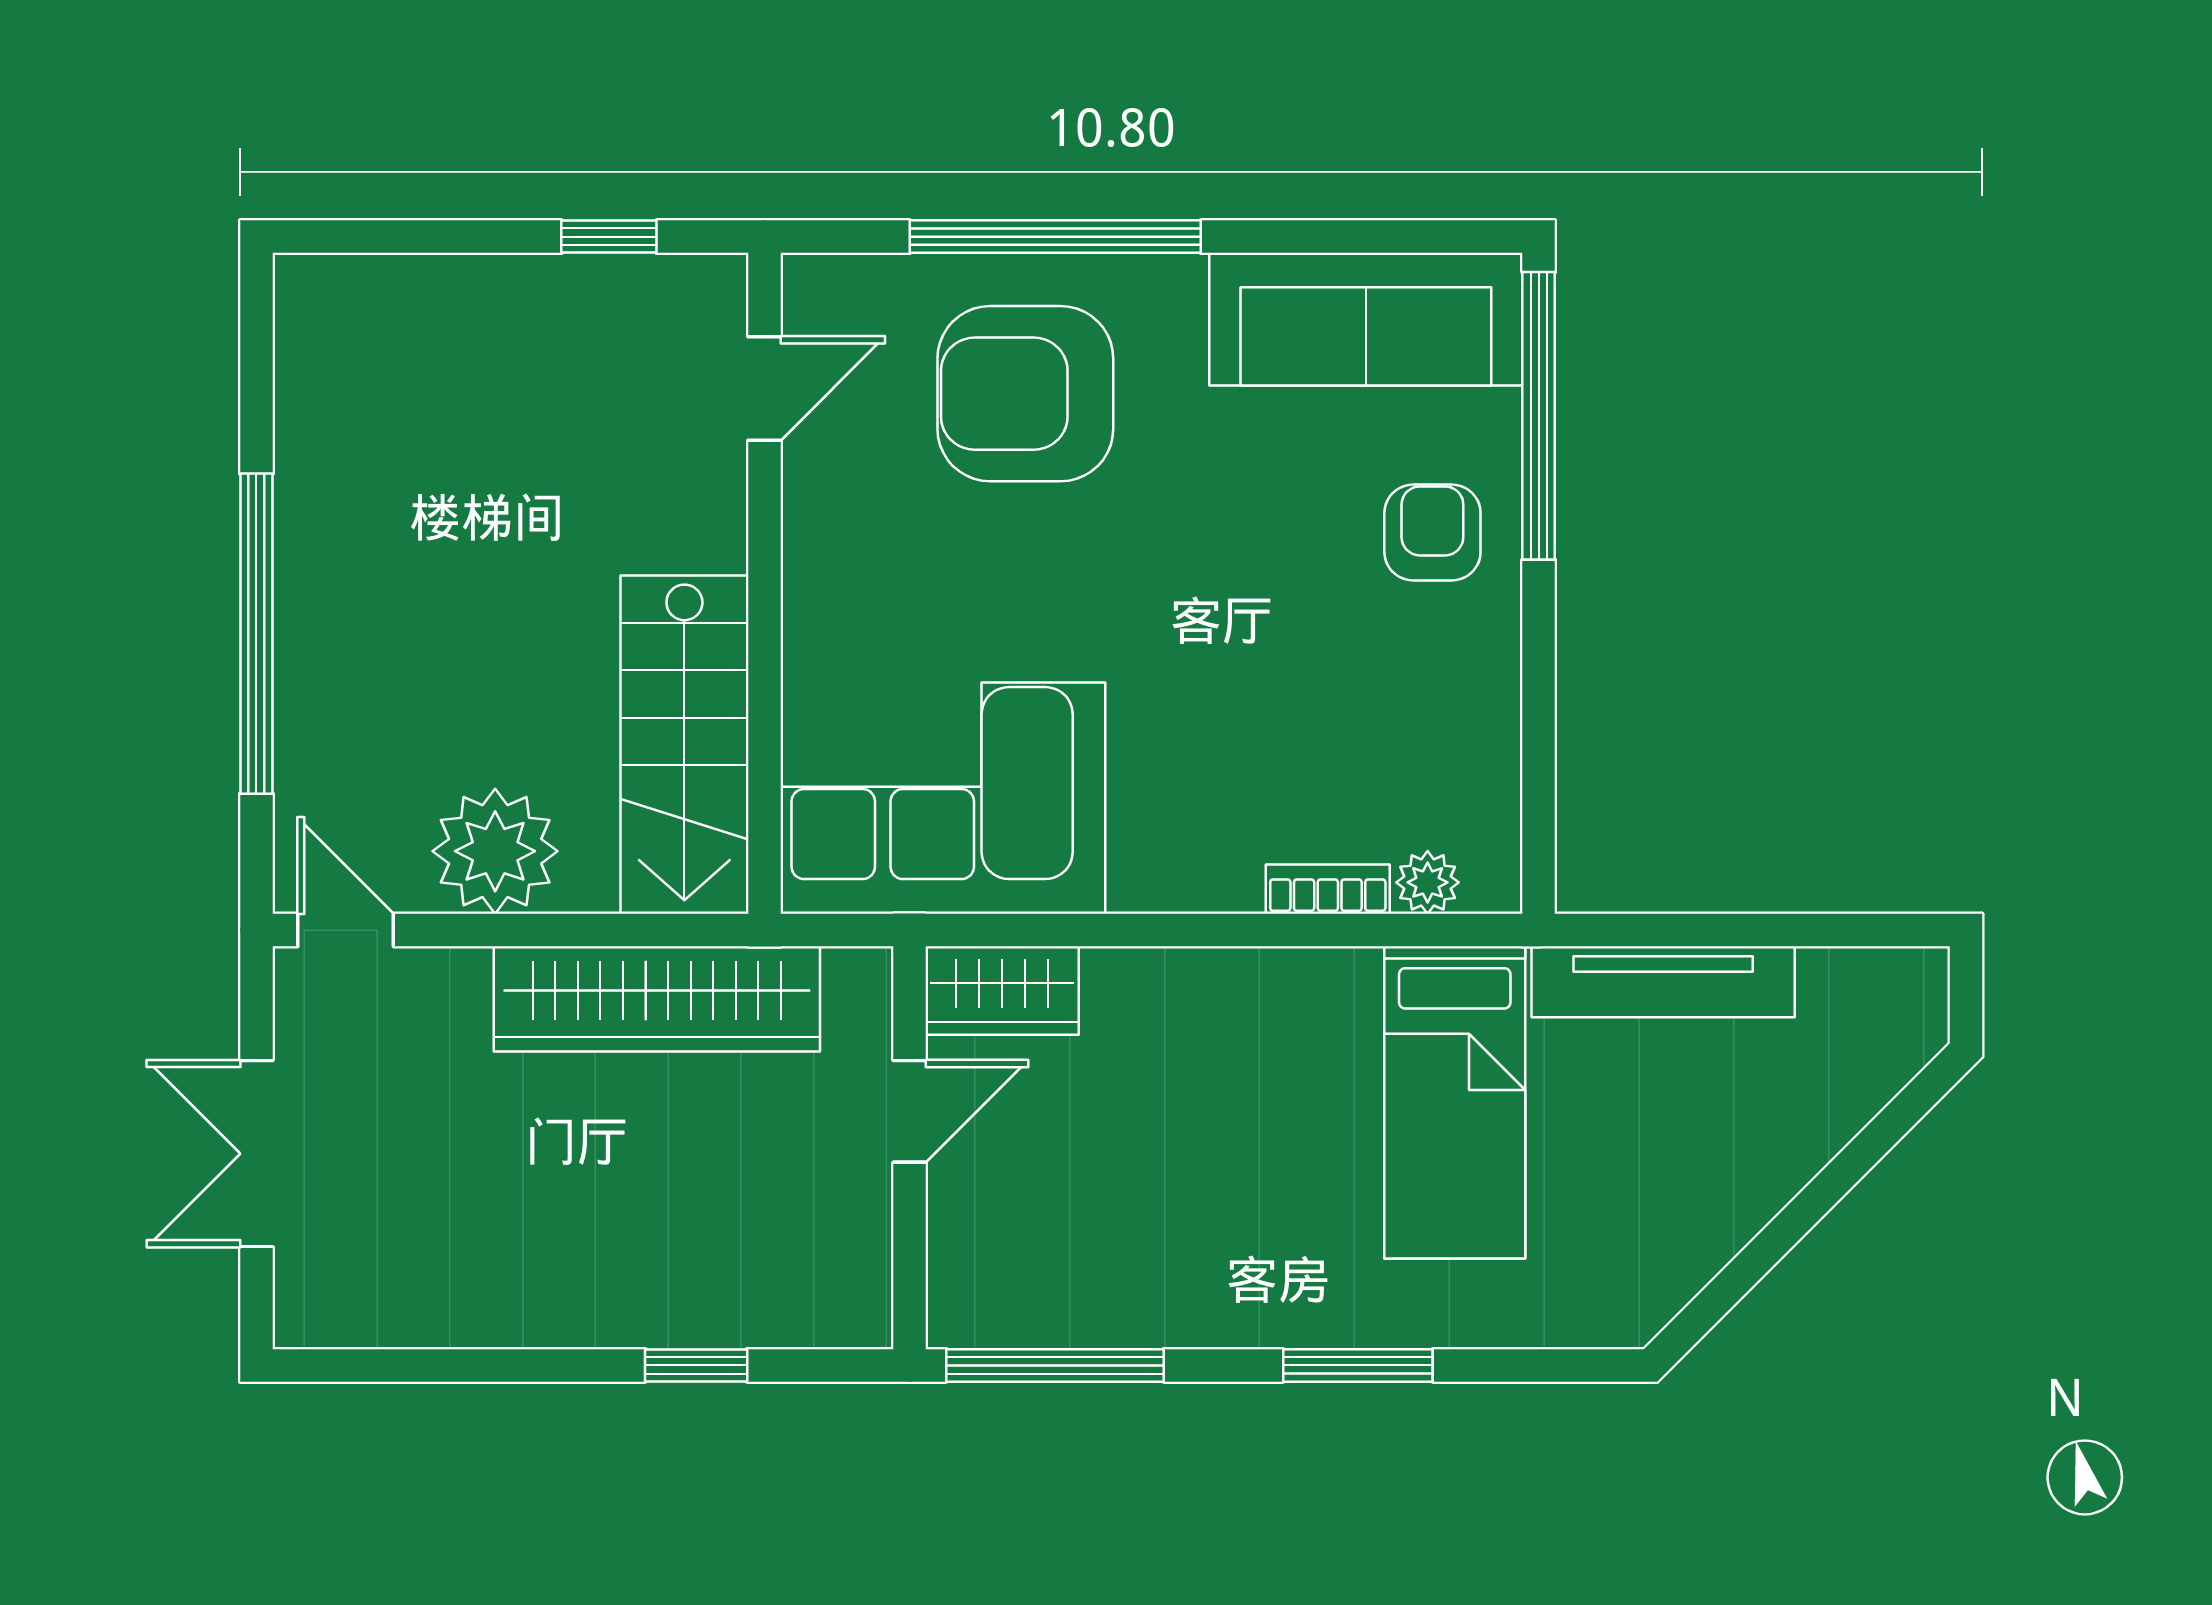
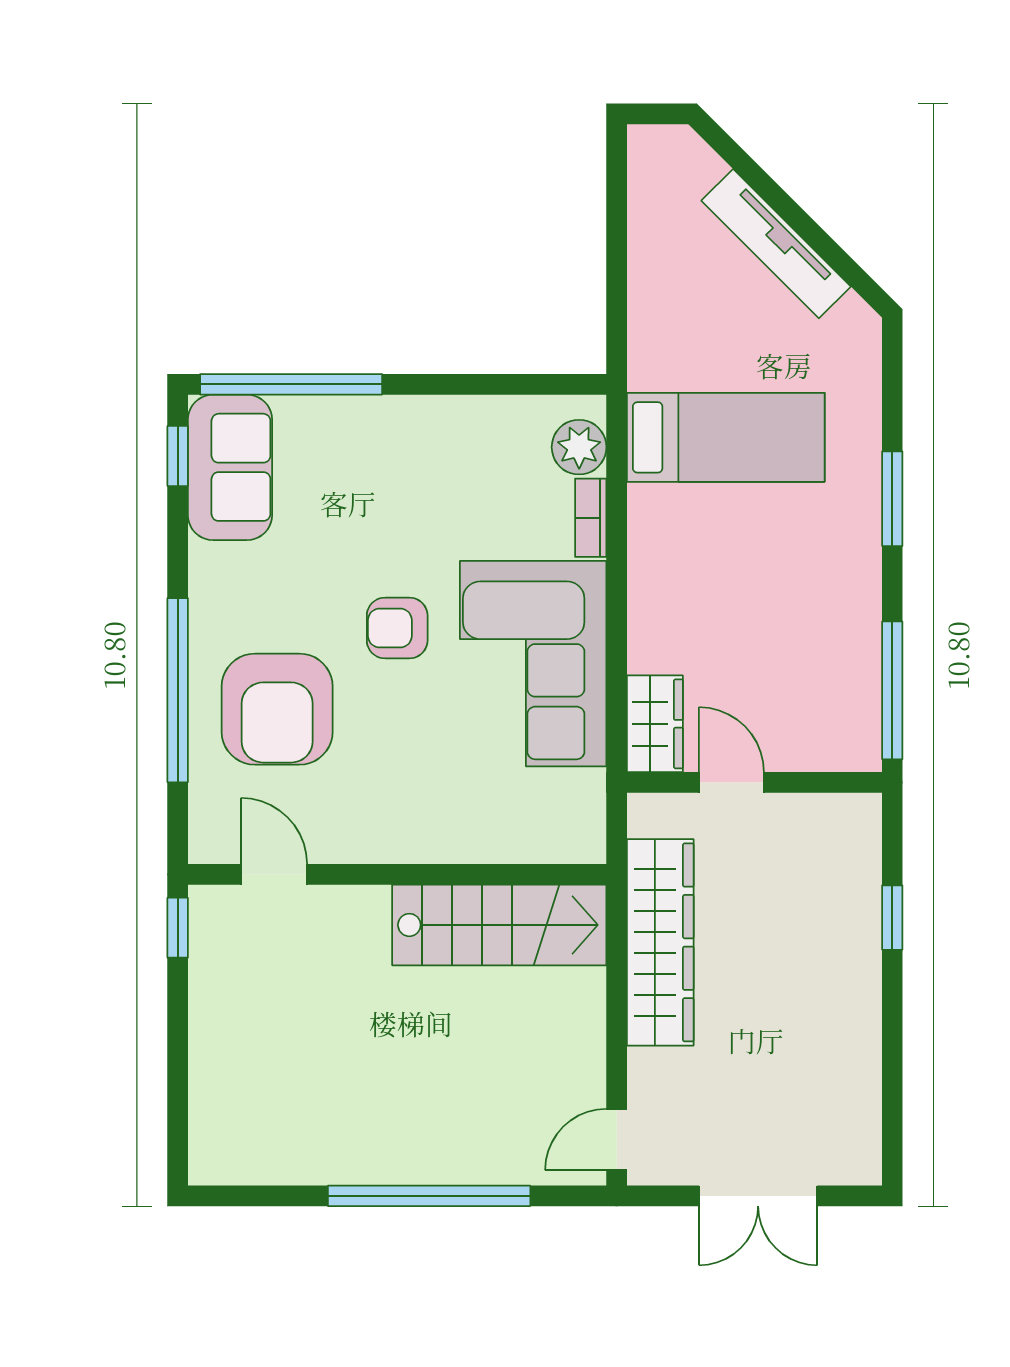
window: (609, 237) -> (178, 928), moved
window: (1425, 237) -> (178, 456), added
sofa: (1366, 319) -> (230, 467), width x0.73
armchair: (1432, 532) -> (397, 628), moved
corner sofa: (943, 798) -> (533, 664), moved
plant: (495, 851) -> (567, 1045), removed
plant: (1428, 882) -> (579, 447), width x1.38, depth x1.38
tv unit: (1663, 982) -> (776, 244), moved, turned 135

